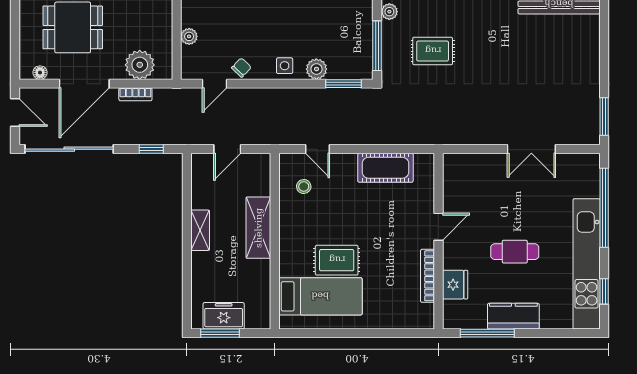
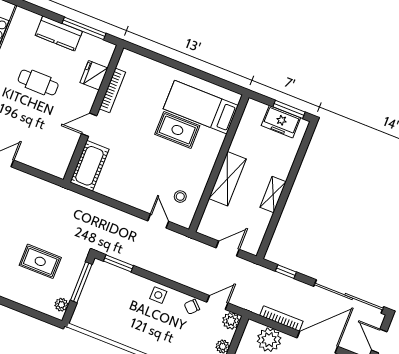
plant: (316, 69) -> (231, 321), moved
bookcase: (135, 94) -> (281, 318), width x1.56
cot: (385, 168) -> (89, 166), moved, turned 90

